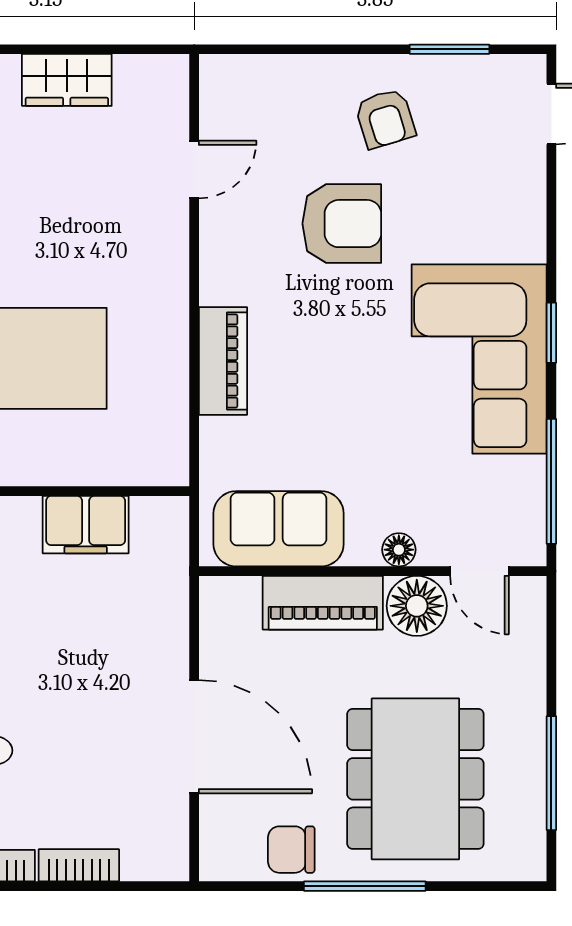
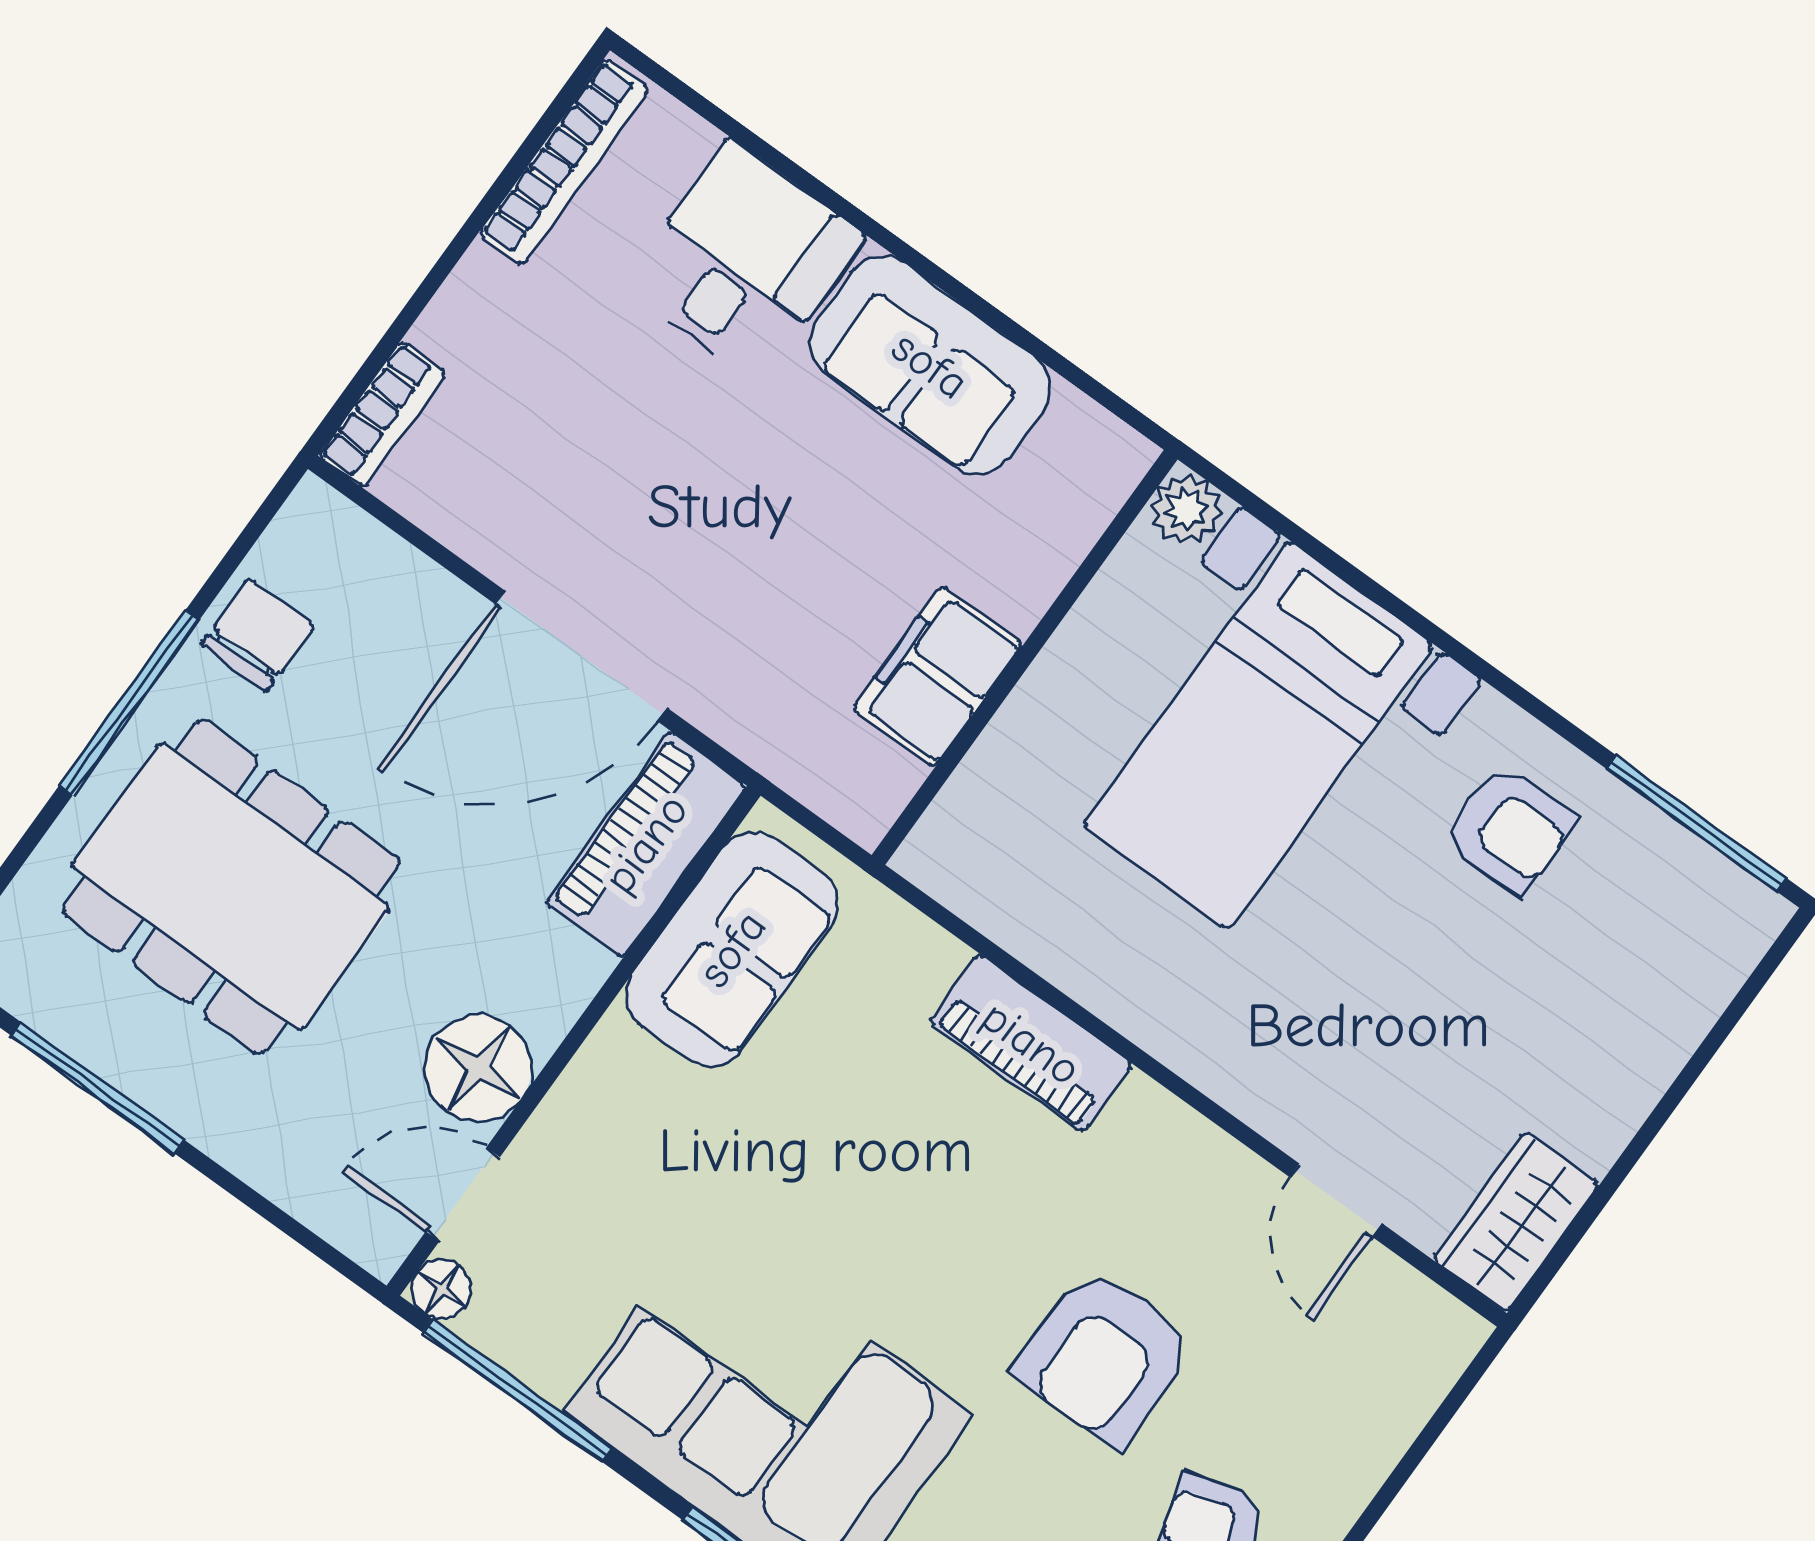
wardrobe: (67, 80) -> (1516, 1222), moved
floor lamp: (399, 550) -> (441, 1289), moved
piano: (323, 603) -> (646, 844), moved
door: (194, 737) -> (581, 656), moved
bookcase: (79, 865) -> (382, 414), moved

